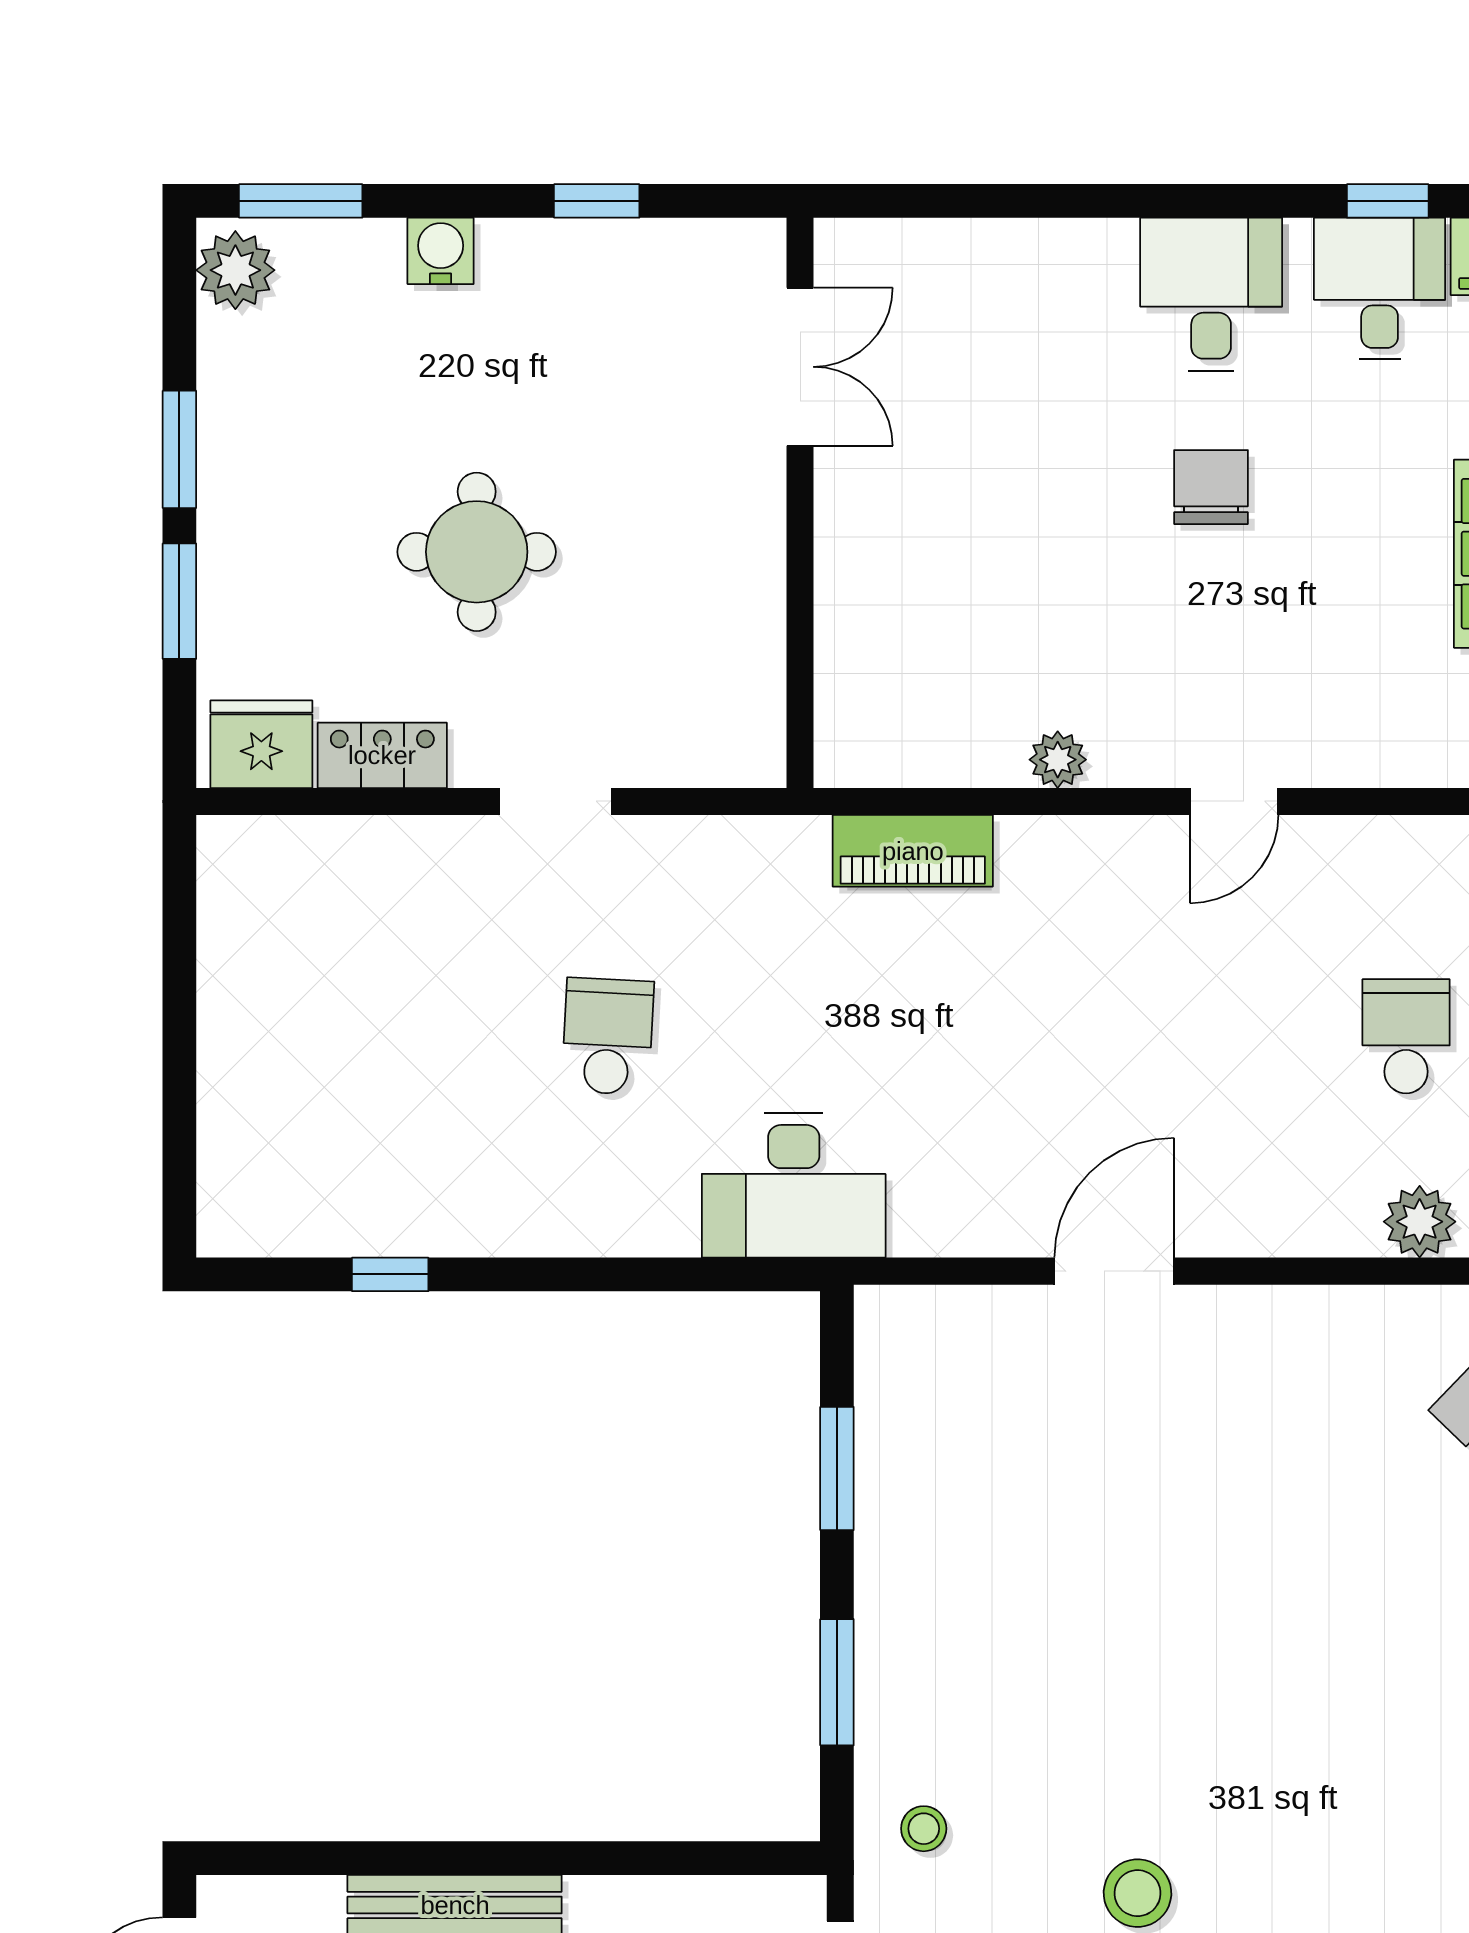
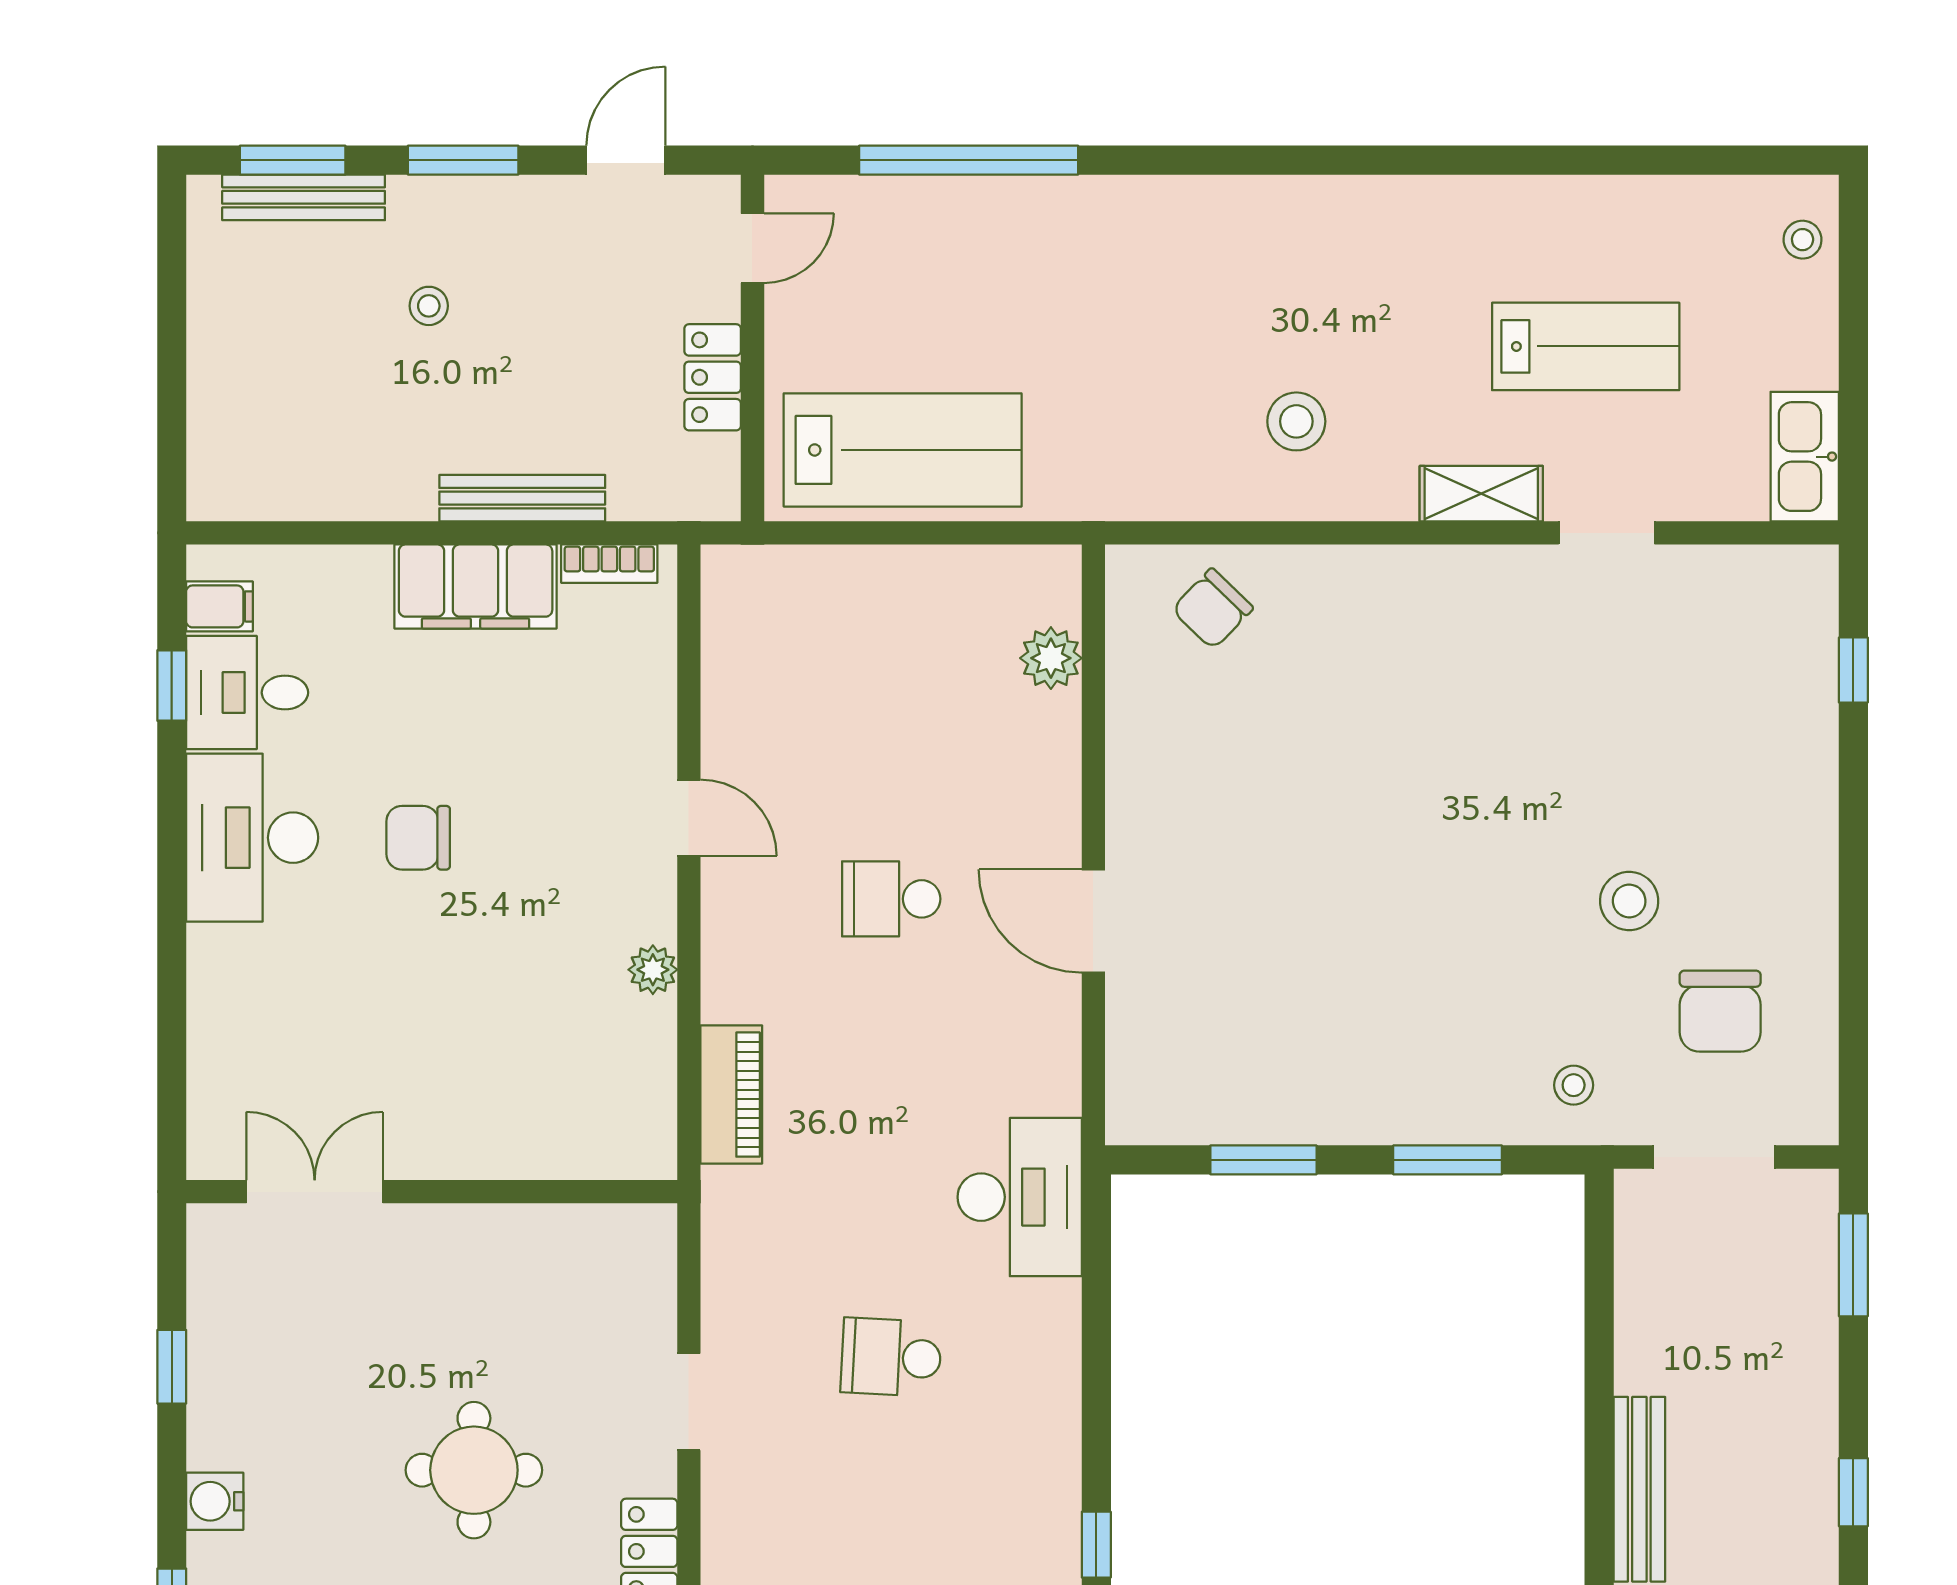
desk: (1211, 294) -> (252, 838), width x1.37
school desk: (1406, 1036) -> (891, 899), moved

